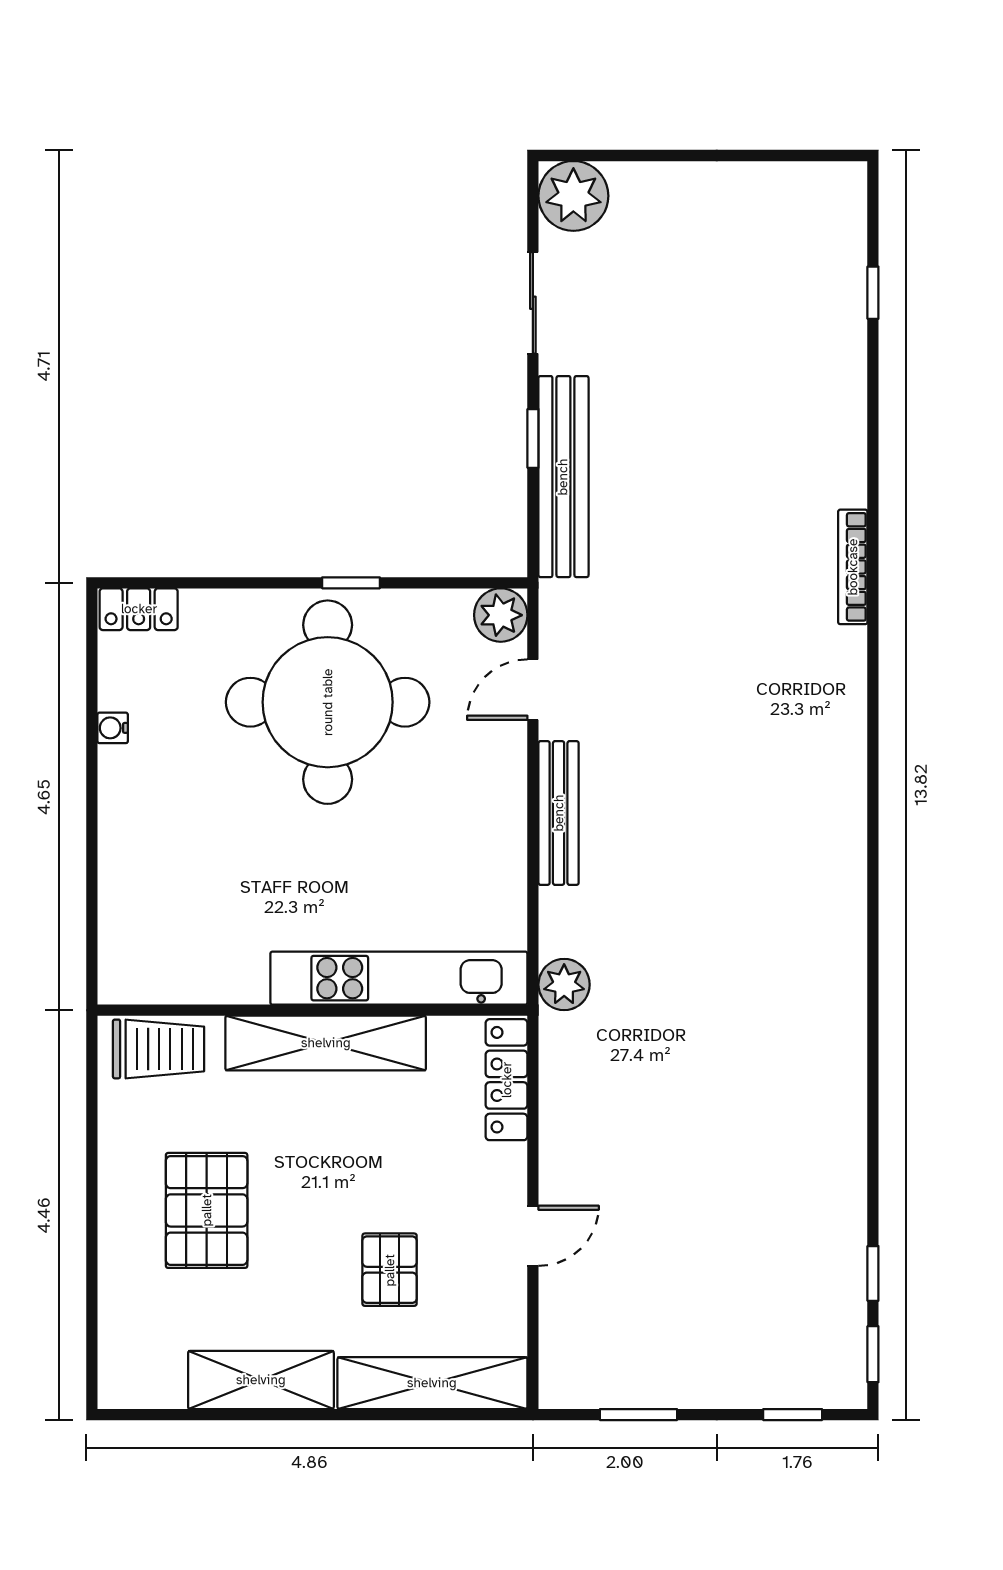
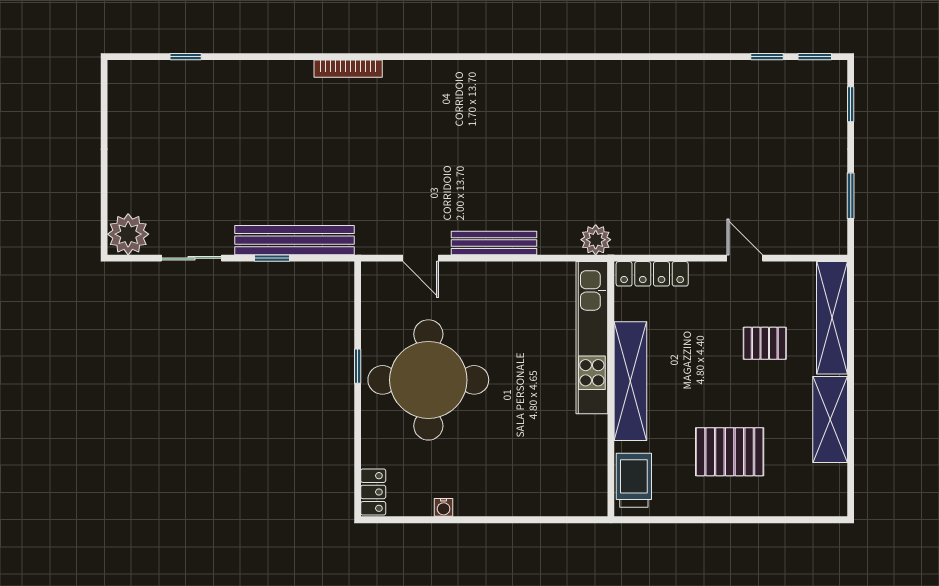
plant: (501, 615) -> (377, 277), removed

